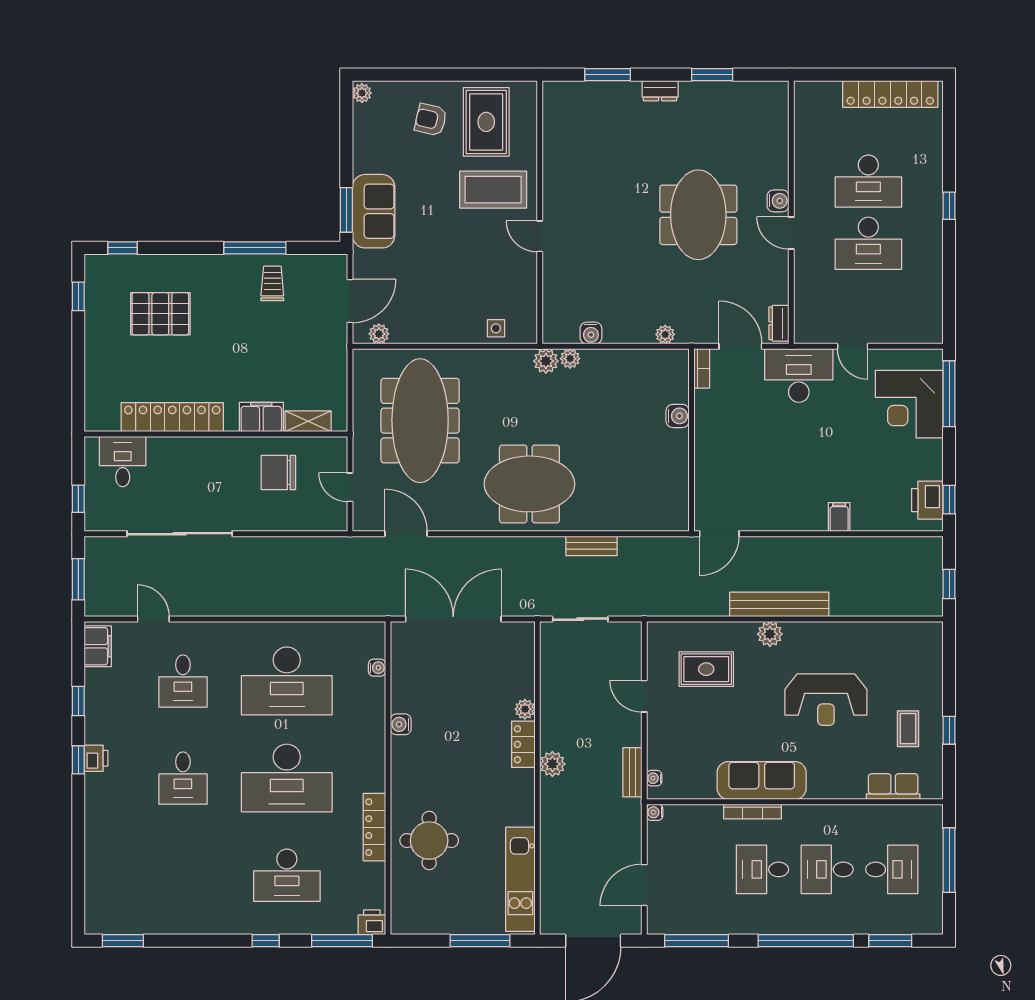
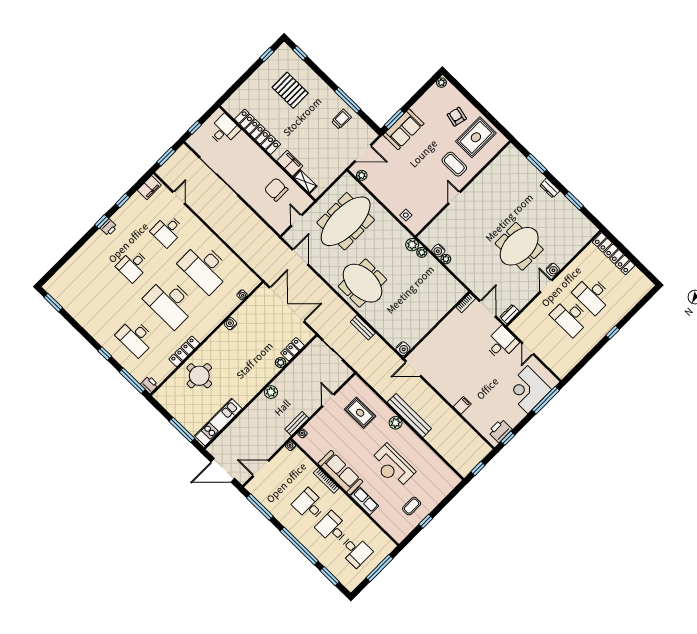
locker: (890, 94) -> (614, 254), moved
coffee table: (493, 190) -> (454, 164), width x0.73, depth x0.76
plant: (665, 334) -> (446, 259), moved
desk: (799, 375) -> (501, 343), width x0.73
water cooler: (678, 416) -> (403, 349), moved
locker: (523, 744) -> (292, 349), moved
row of seats: (893, 787) -> (365, 501), moved

